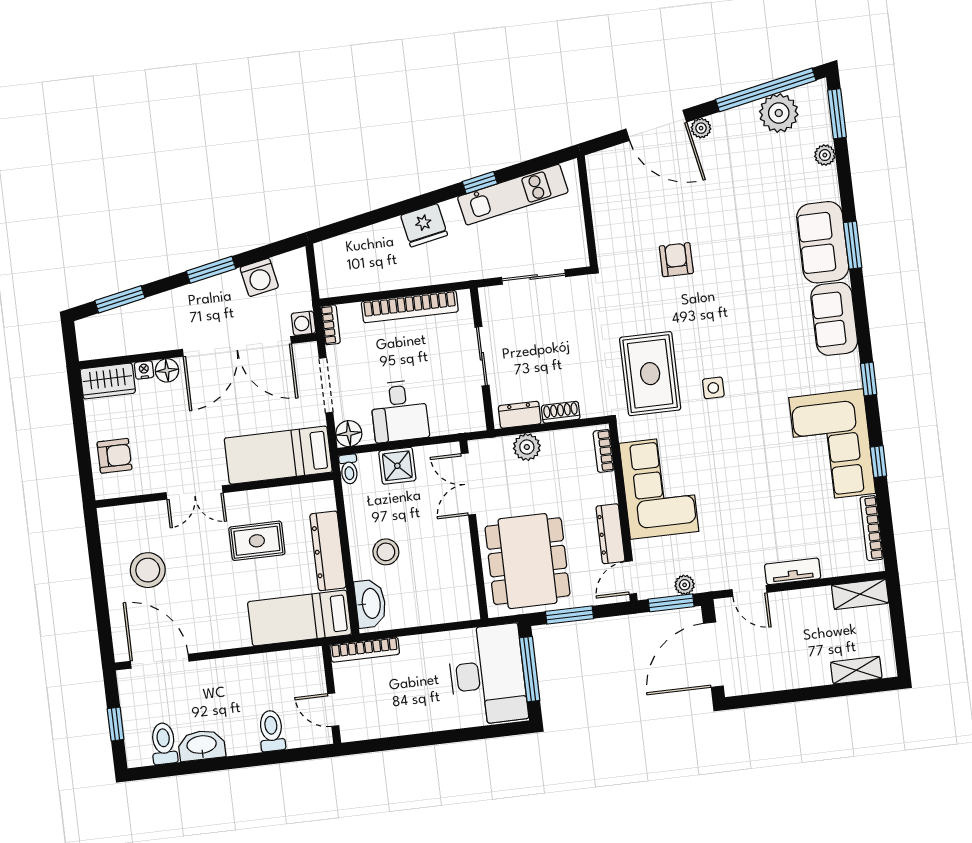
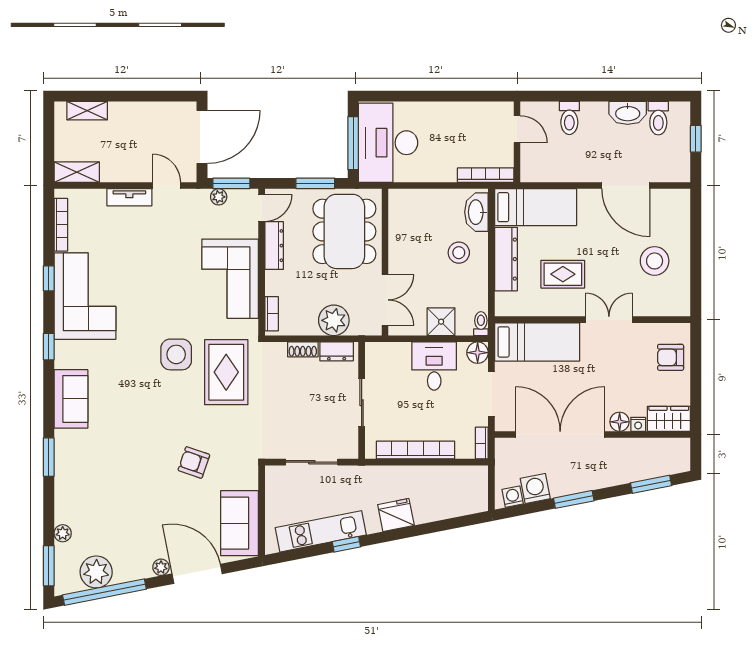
sofa: (823, 242) -> (240, 523), moved, turned 180
armchair: (676, 260) -> (194, 462), turned 109
washing machine: (303, 323) -> (513, 497), moved, turned -101
side table: (713, 388) -> (176, 354), width x1.87, depth x1.87
plant: (527, 447) -> (334, 320), width x1.36, depth x1.36
door: (160, 661) -> (626, 186), moved

